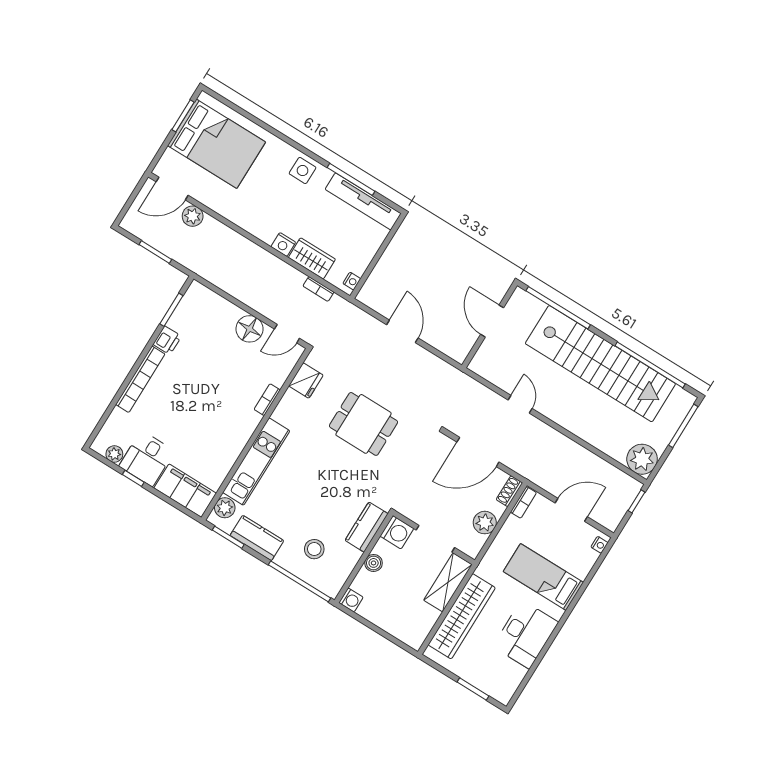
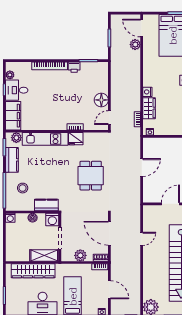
door: (287, 334) -> (109, 118), hinge flipped
fridge: (306, 381) -> (76, 139), moved

